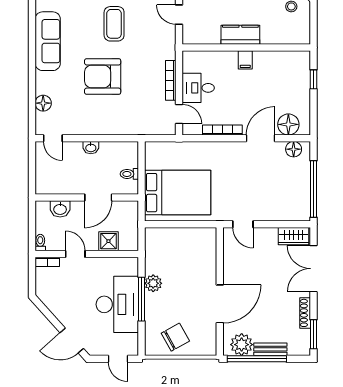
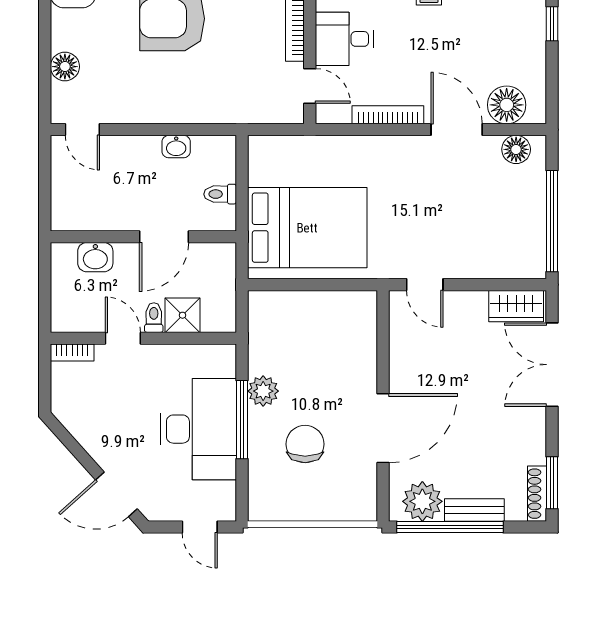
door: (261, 138) -> (457, 130), hinge flipped
washbasin: (91, 148) -> (176, 147), moved
toilet: (40, 242) -> (154, 318), moved
shoe rack: (305, 313) -> (537, 494), moved
chair: (175, 337) -> (305, 444), moved, turned -61

